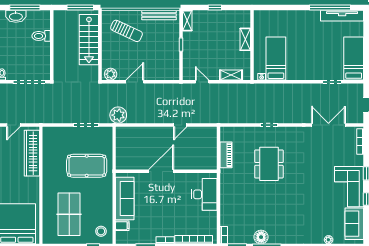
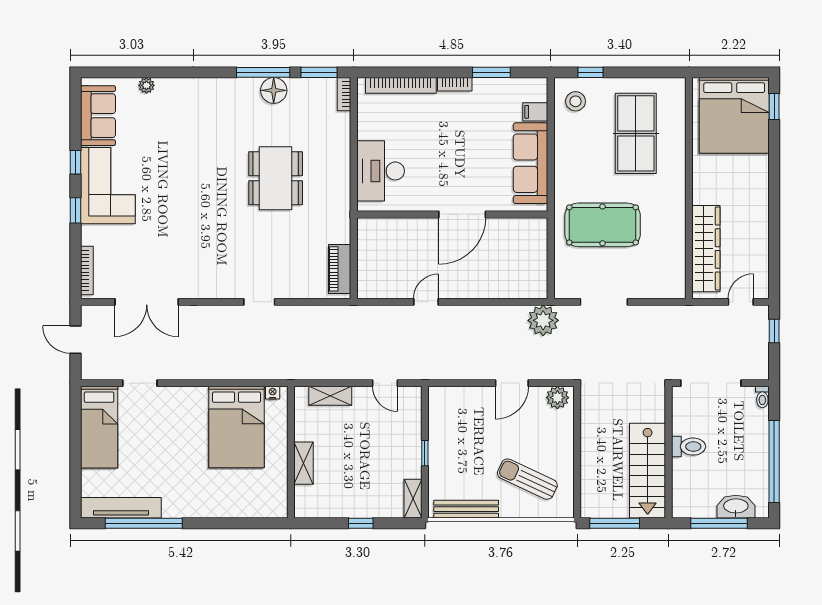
toilet: (41, 36) -> (689, 447), moved
stairs: (89, 40) -> (648, 471), moved, turned 180
bed: (276, 59) -> (237, 427), width x1.50
piano: (226, 155) -> (340, 269), moved
dining table: (269, 164) -> (276, 178), moved

